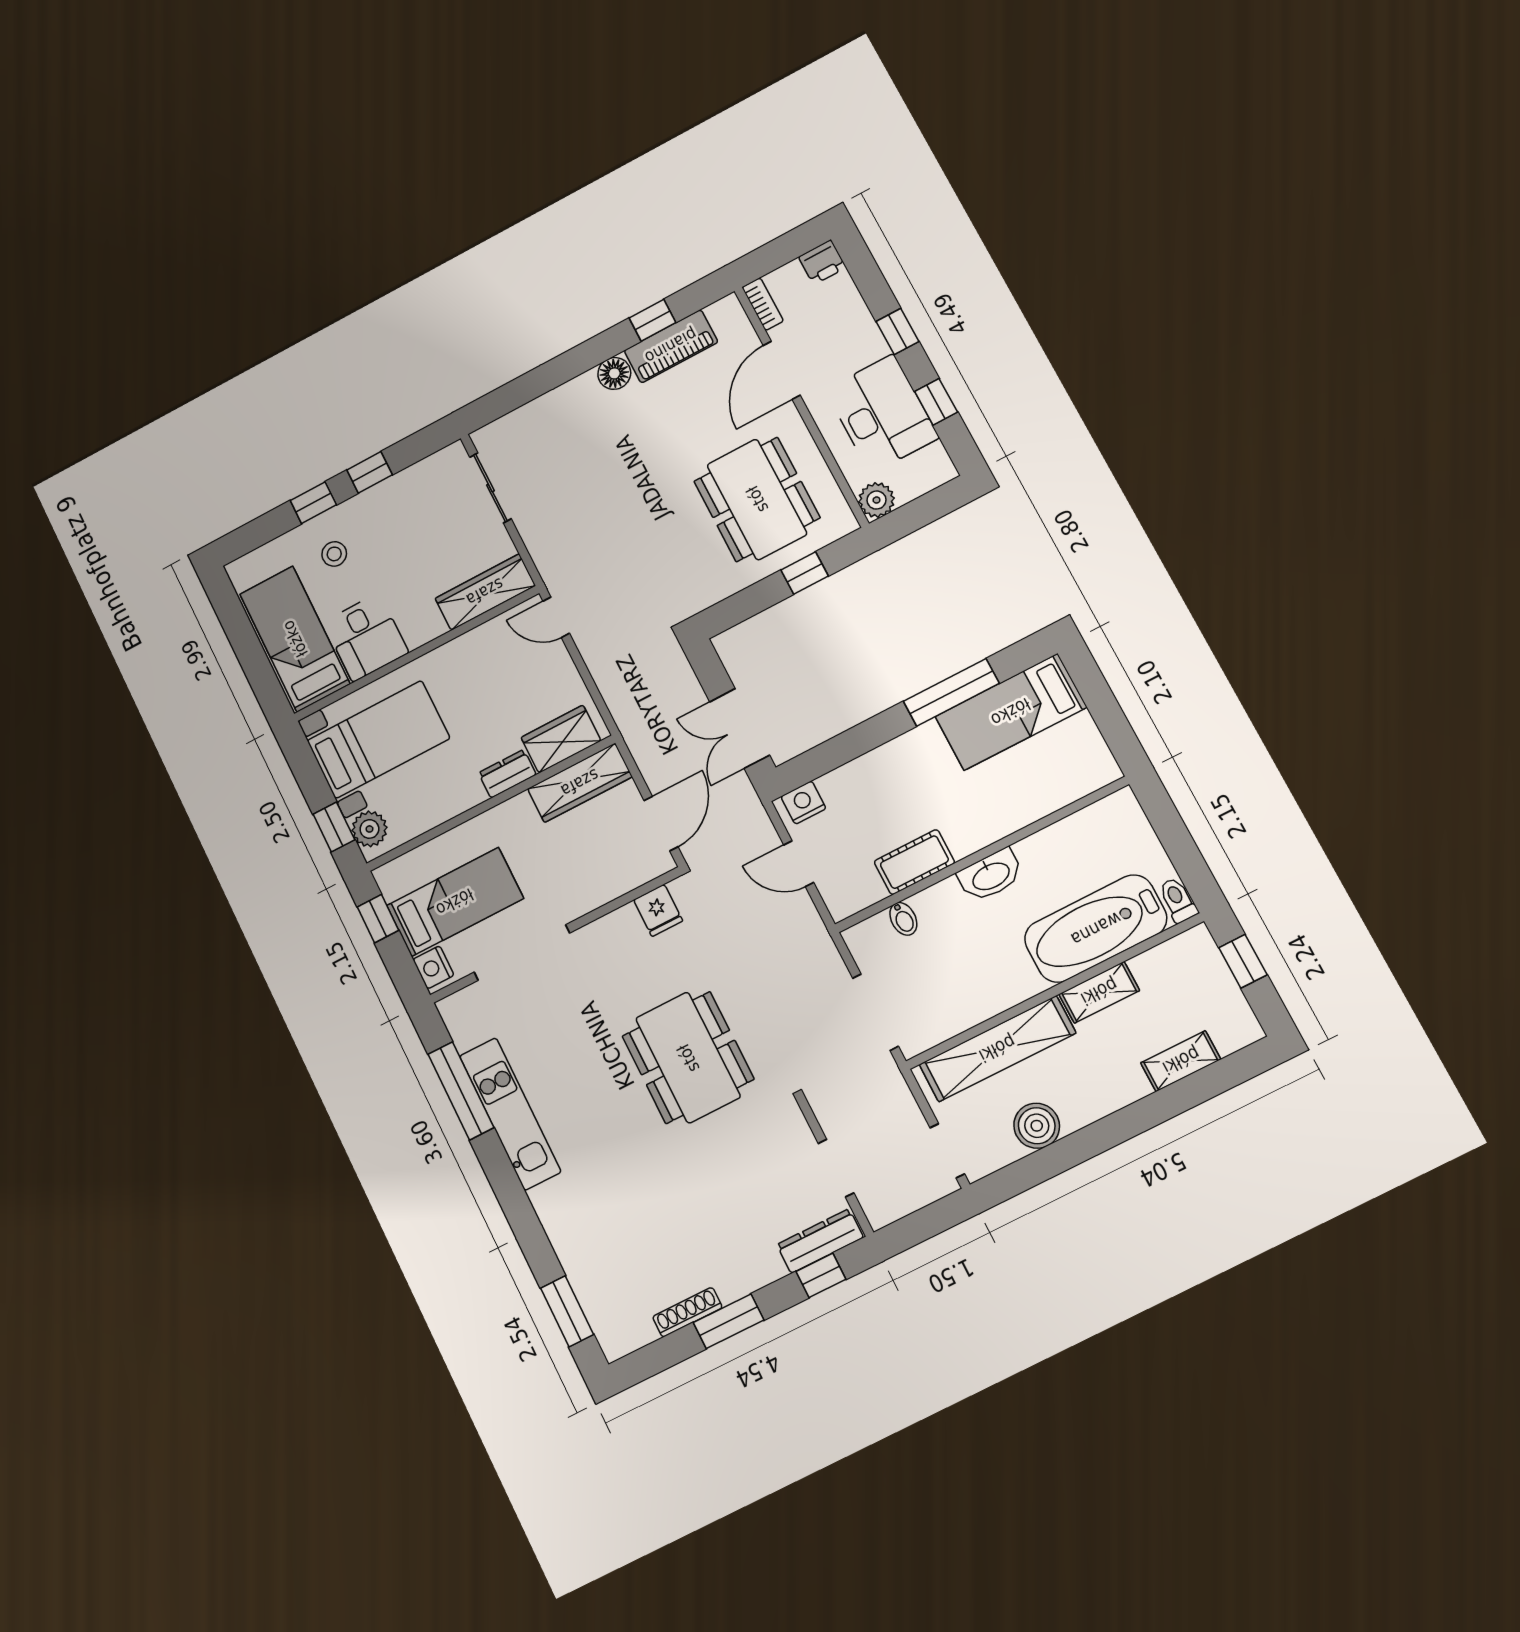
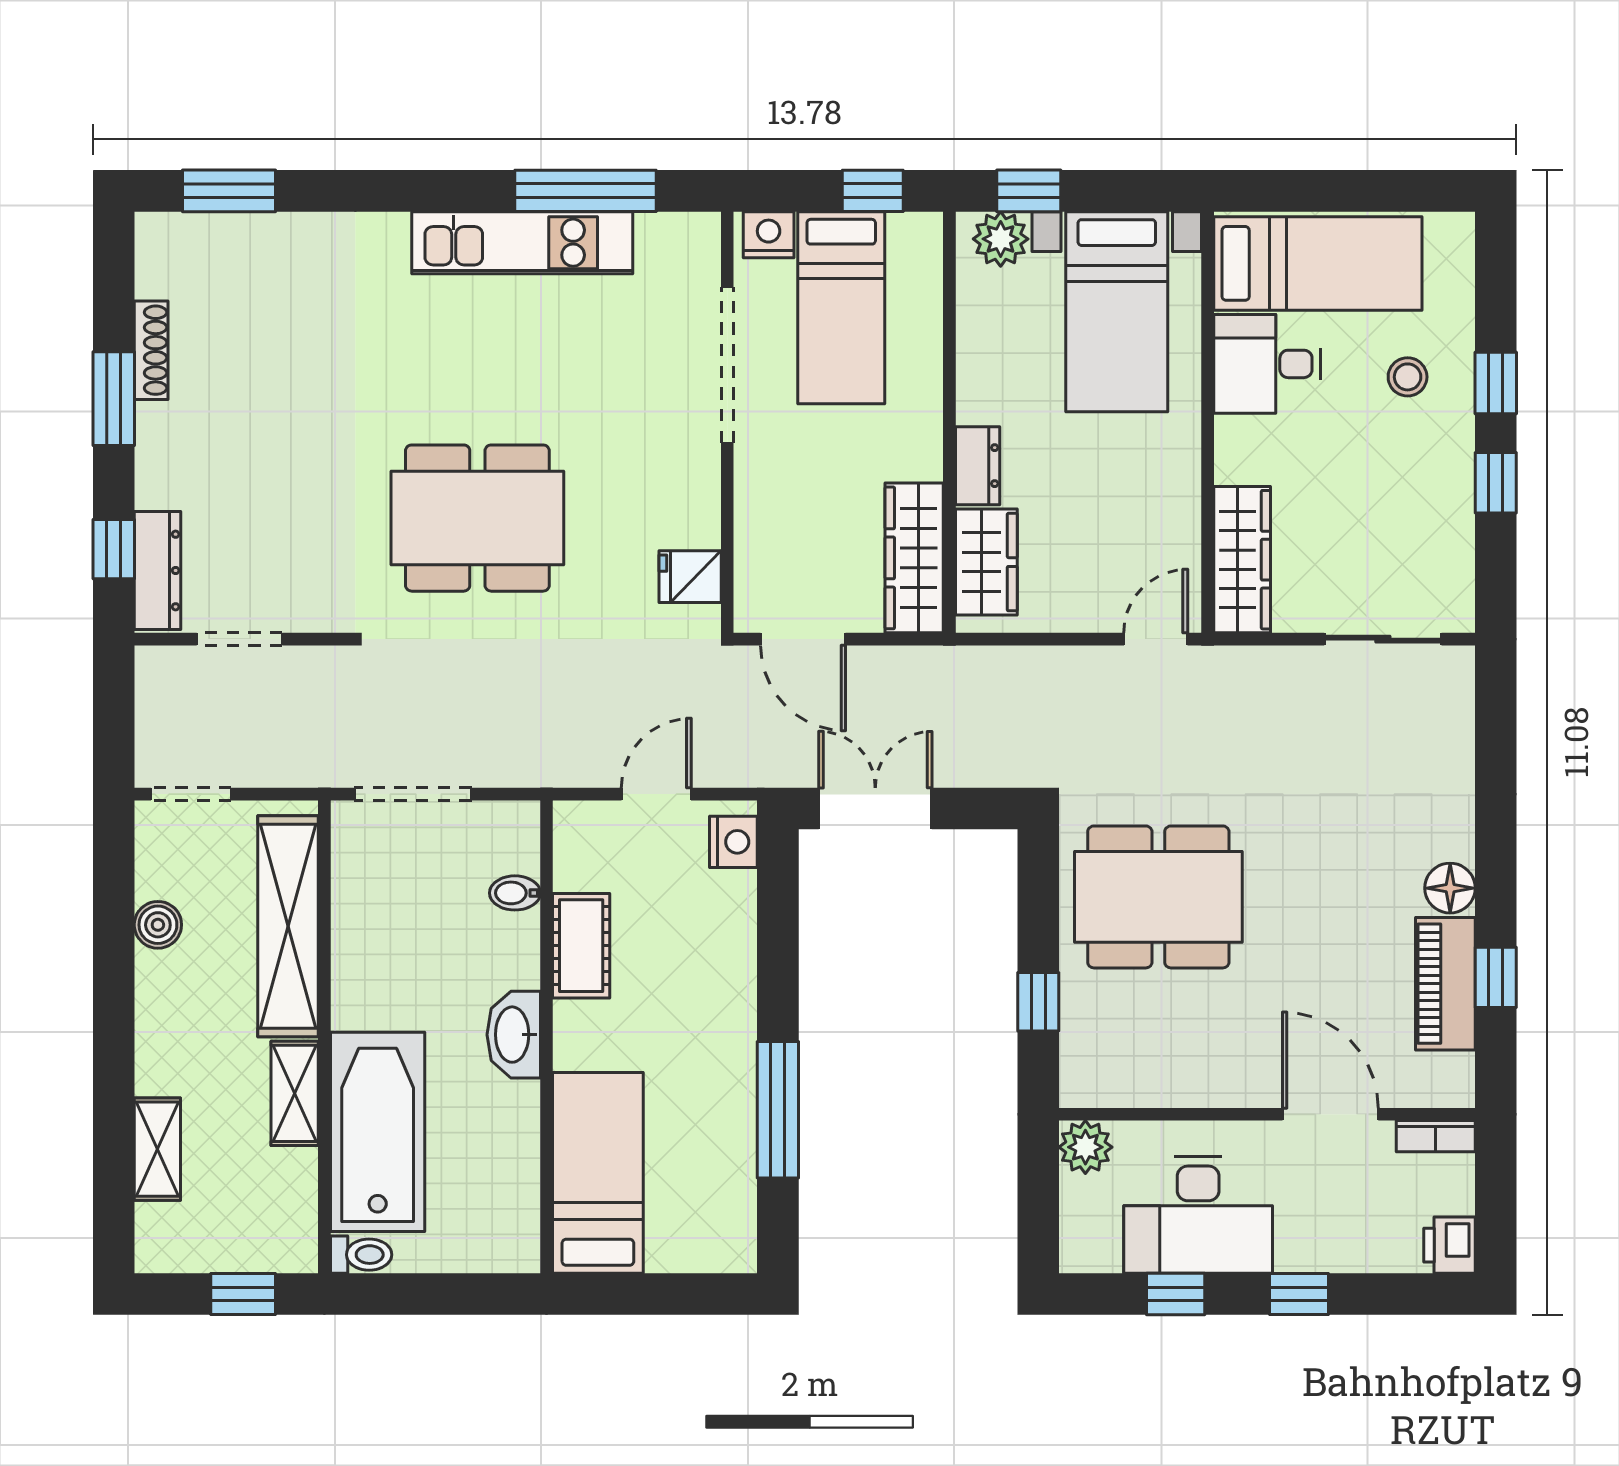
dining table: (757, 499) -> (1158, 897), moved
bed: (1011, 712) -> (598, 1173), moved
boiler: (1037, 1126) -> (158, 925), width x0.73, depth x0.73

